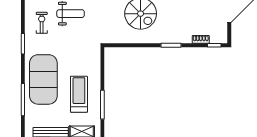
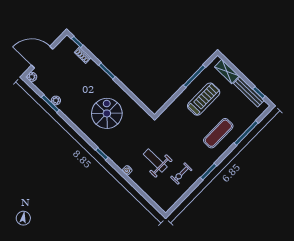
exercise mat: (43, 79) -> (218, 133), width x0.50, depth x0.69
treadmill: (79, 94) -> (204, 99), turned 180

